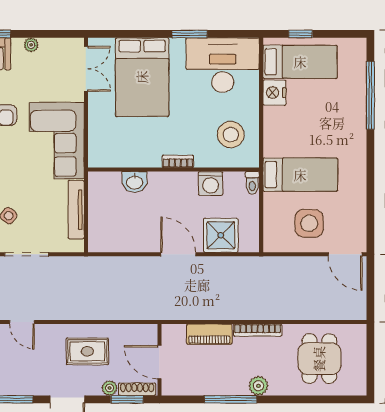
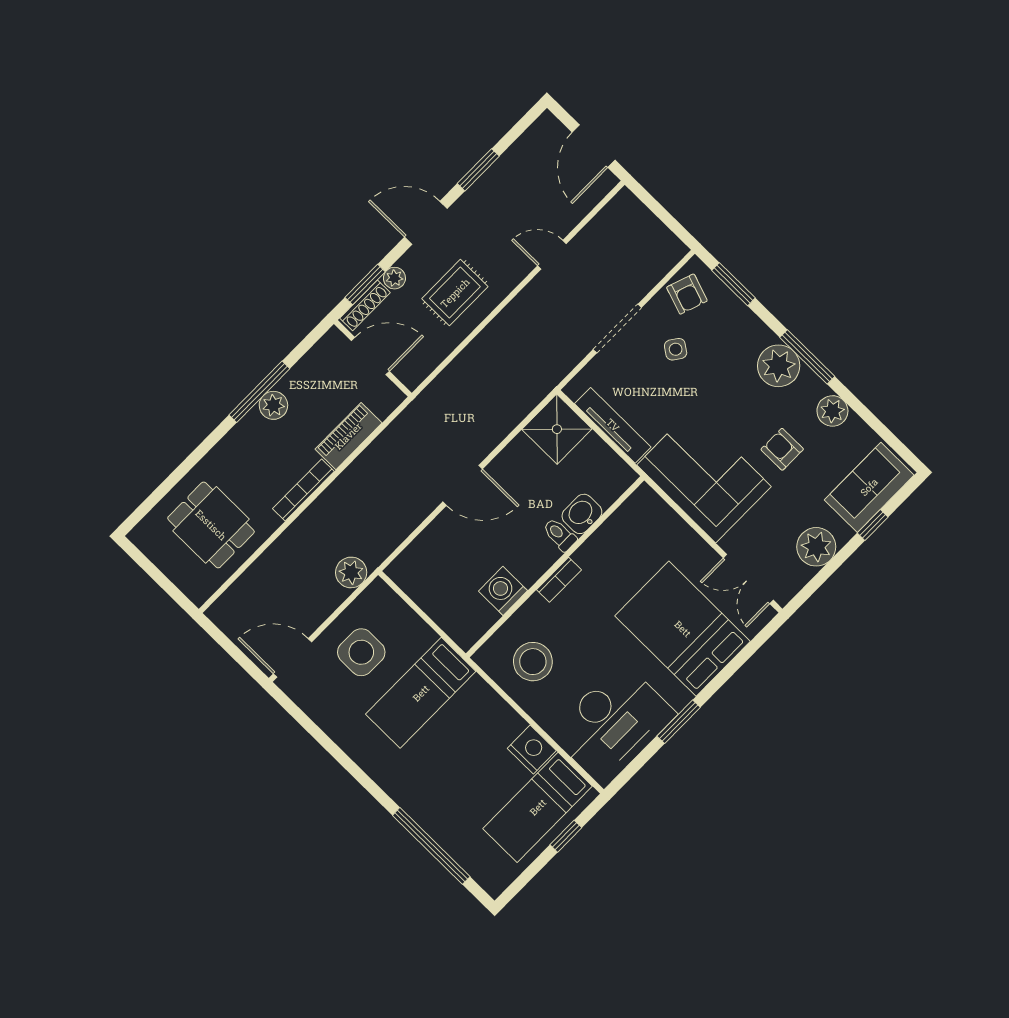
plant: (31, 45) -> (816, 547), width x1.87, depth x1.87
toilet: (252, 183) -> (560, 535), moved
shower: (221, 235) -> (557, 429), moved
plant: (275, 267) -> (351, 572), added
plant: (258, 386) -> (273, 405), moved

